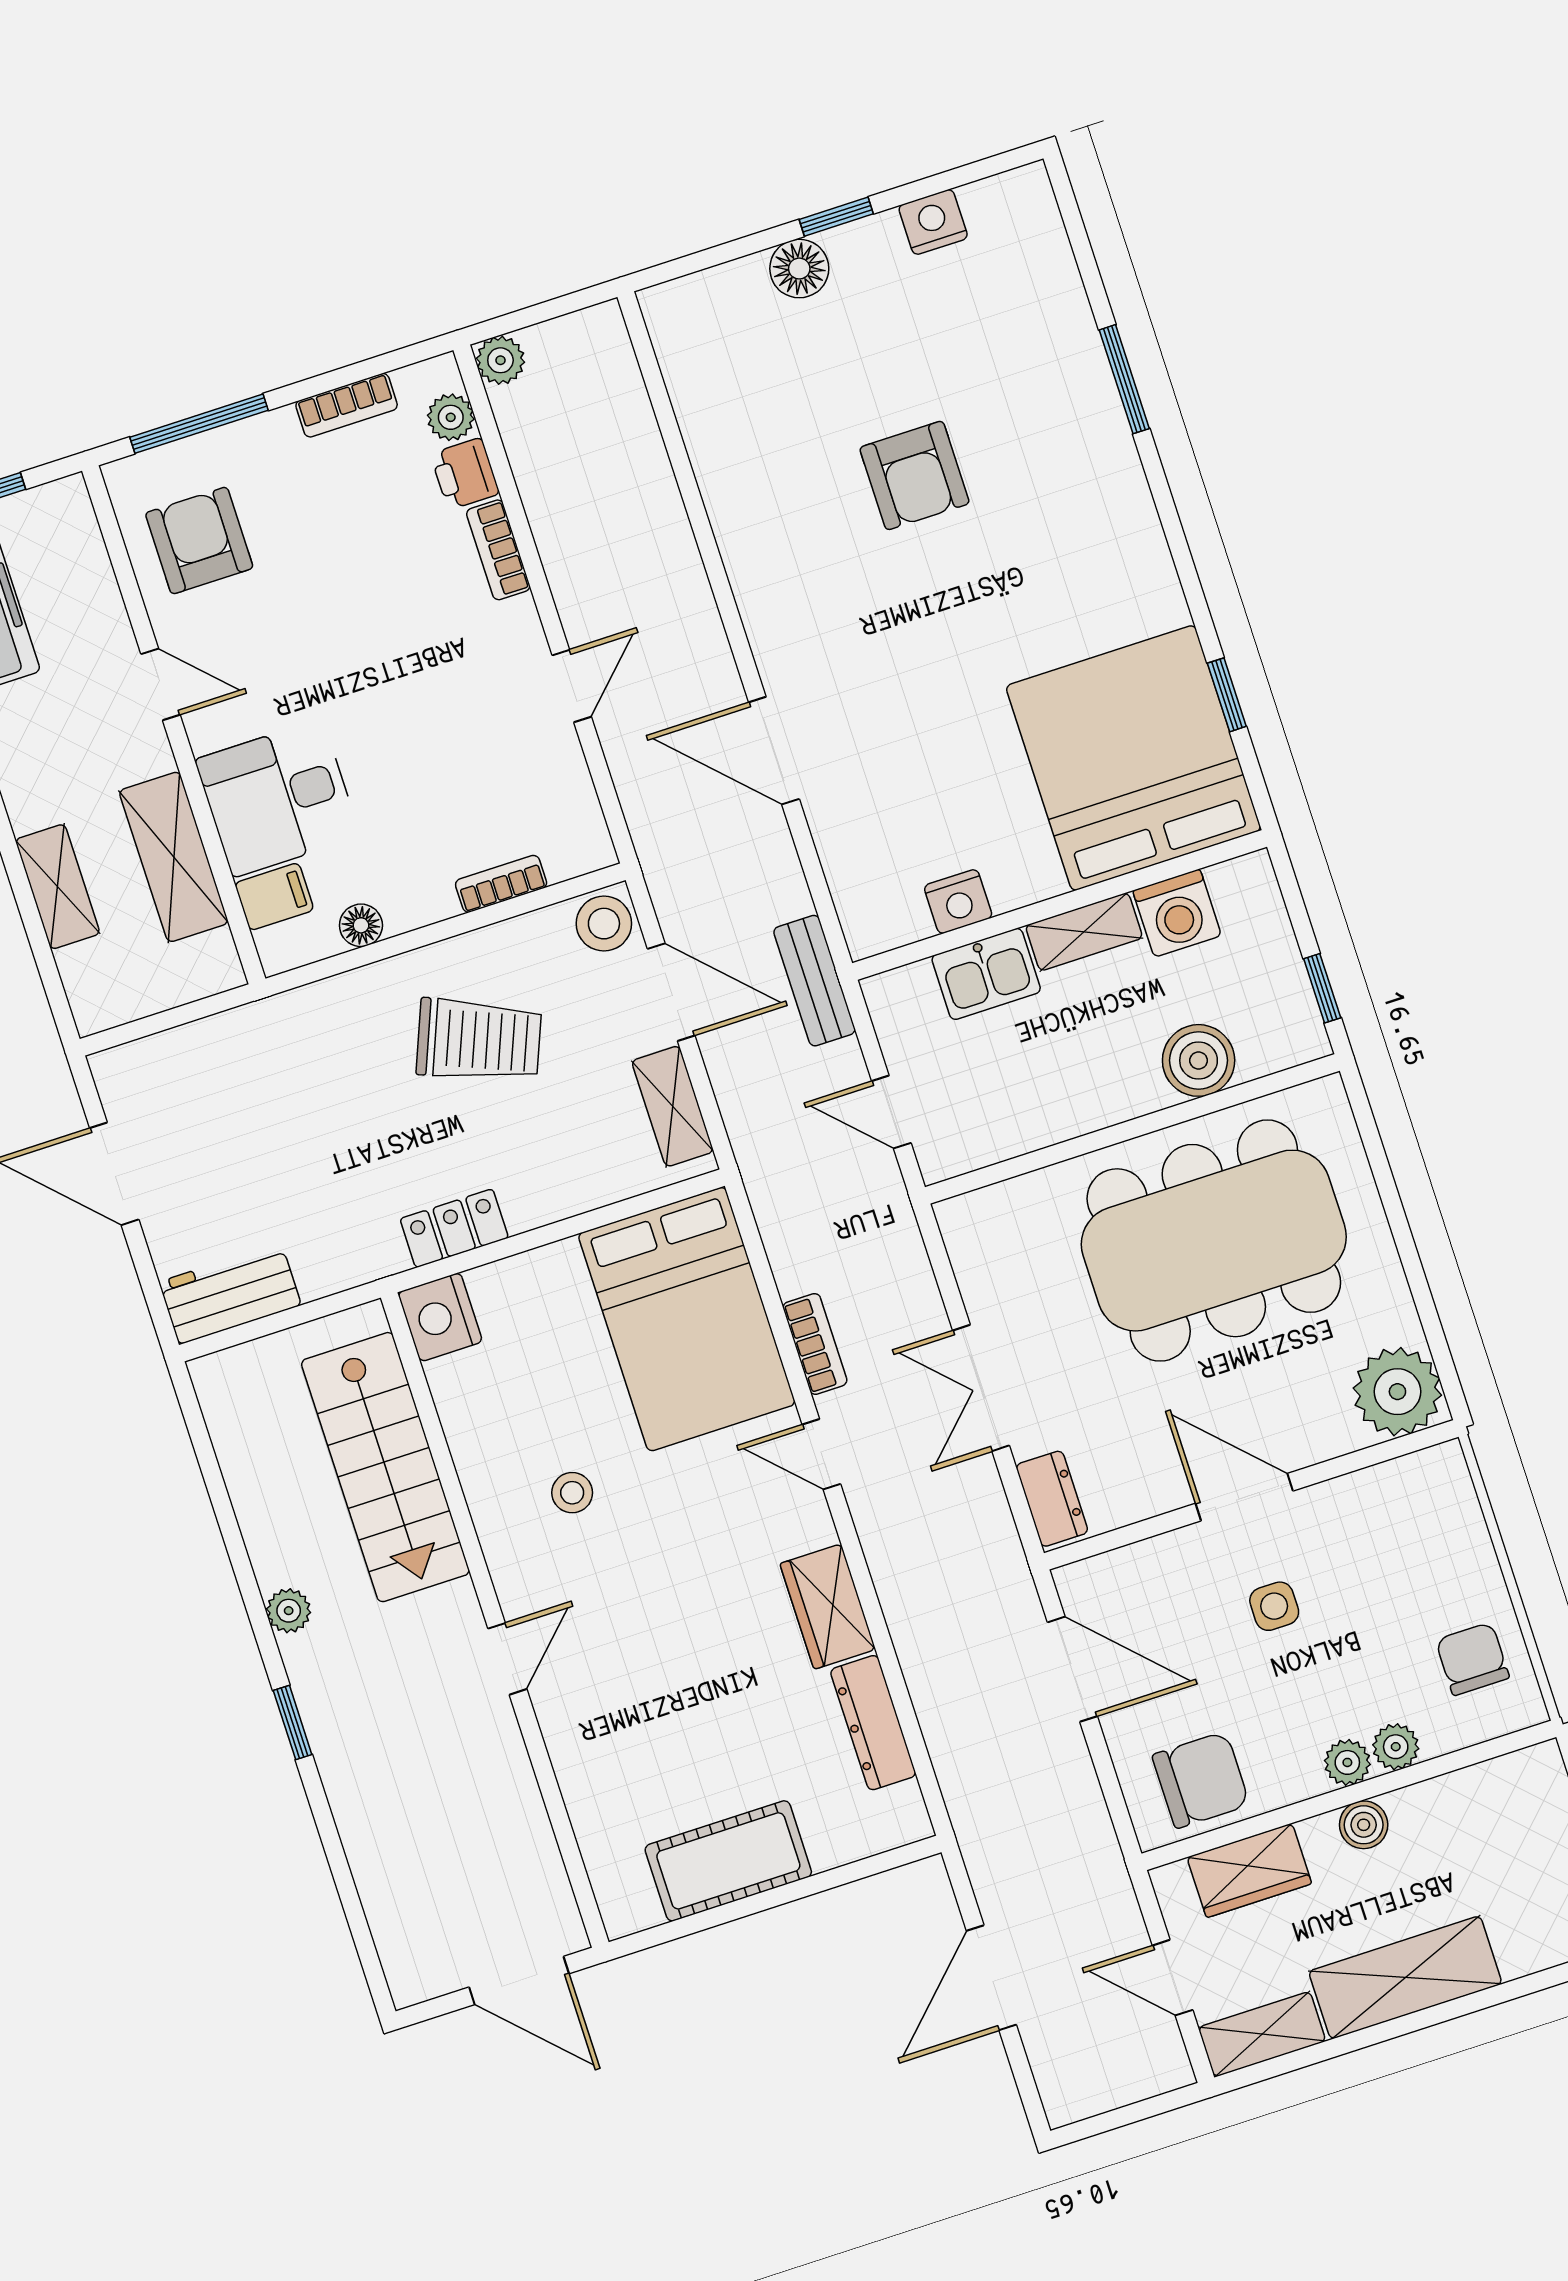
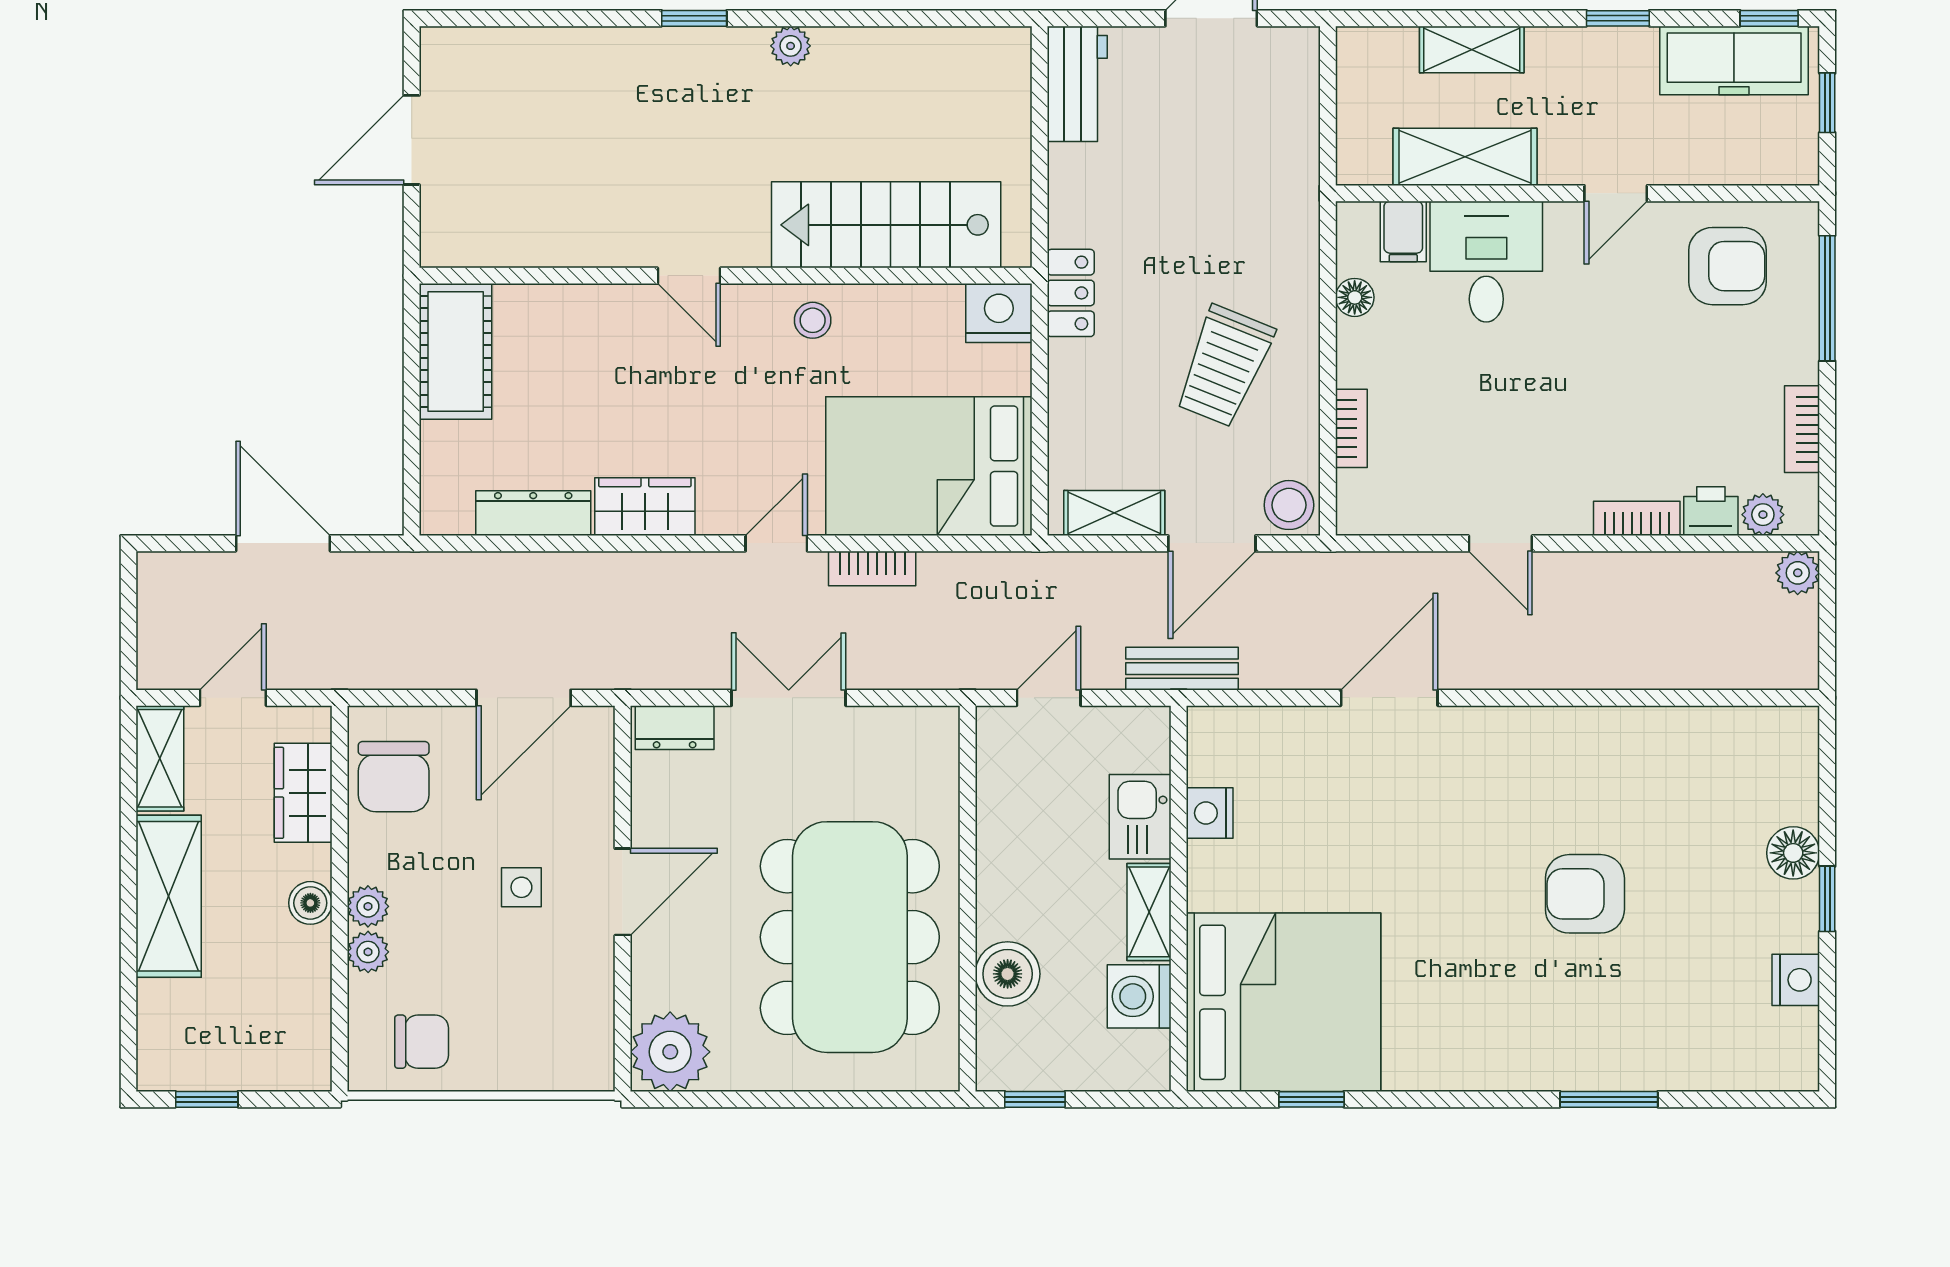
nightstand: (440, 1317) -> (999, 313), moved
stairs: (385, 1467) -> (886, 225), moved
wall: (495, 1620) -> (726, 276), moved
door: (507, 1659) -> (689, 276), moved

